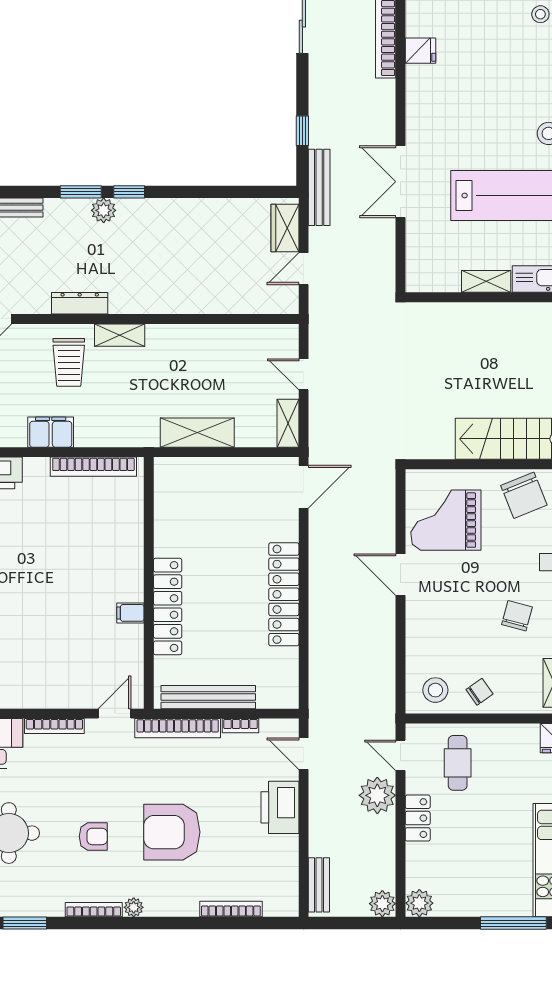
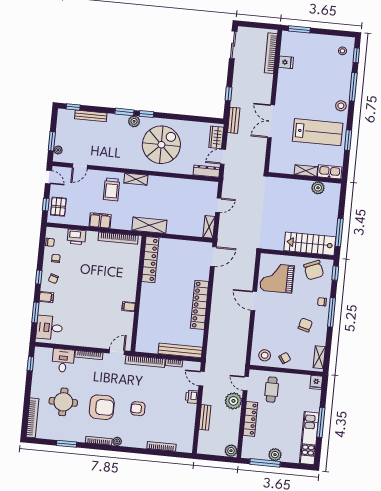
bench: (319, 187) -> (234, 120), width x0.73
spiral stairs: (168, 255) -> (161, 145), added
dresser: (80, 303) -> (206, 171), moved
plant: (516, 316) -> (318, 188), added
door: (304, 374) -> (218, 205), swing flipped
shelving: (197, 433) -> (149, 225), moved
locker: (168, 607) -> (150, 260), moved
bench: (208, 697) -> (180, 350), moved
printer: (280, 807) -> (192, 397), width x0.53, depth x0.68
locker: (418, 818) -> (250, 419), width x1.53
armchair: (172, 832) -> (138, 409), width x0.53, depth x0.53
armchair: (93, 836) -> (102, 407), width x1.88, depth x1.88
bench: (319, 885) -> (205, 417), moved
plant: (419, 903) -> (275, 455), moved
window: (513, 923) -> (265, 463), moved

